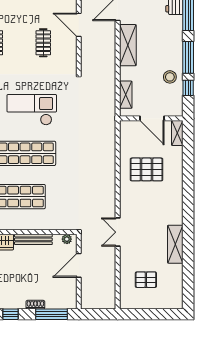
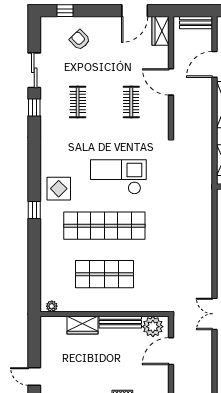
plant: (67, 239) -> (153, 327), width x1.87, depth x1.87

